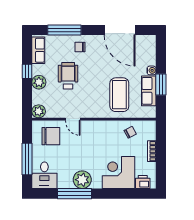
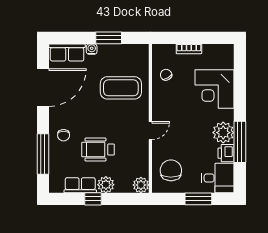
row of seats: (38, 50) -> (80, 185), moved
row of seats: (149, 91) -> (67, 52), moved
door: (73, 119) -> (150, 131), moved
window: (27, 159) -> (198, 199), width x0.69
printer: (143, 182) -> (226, 153), moved

